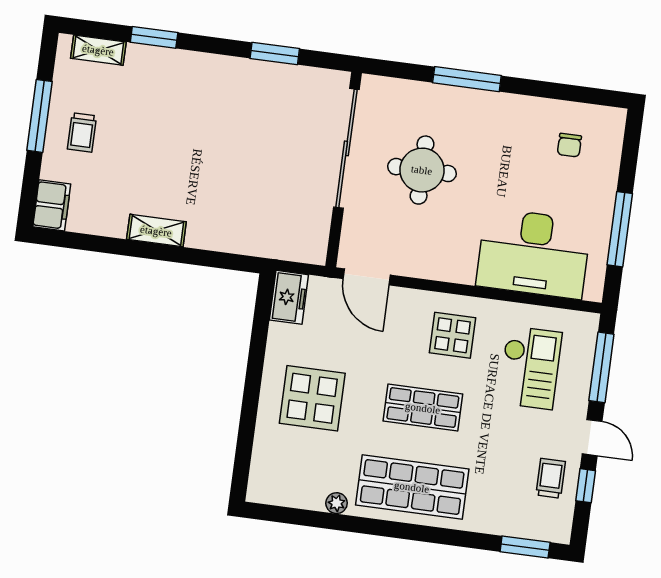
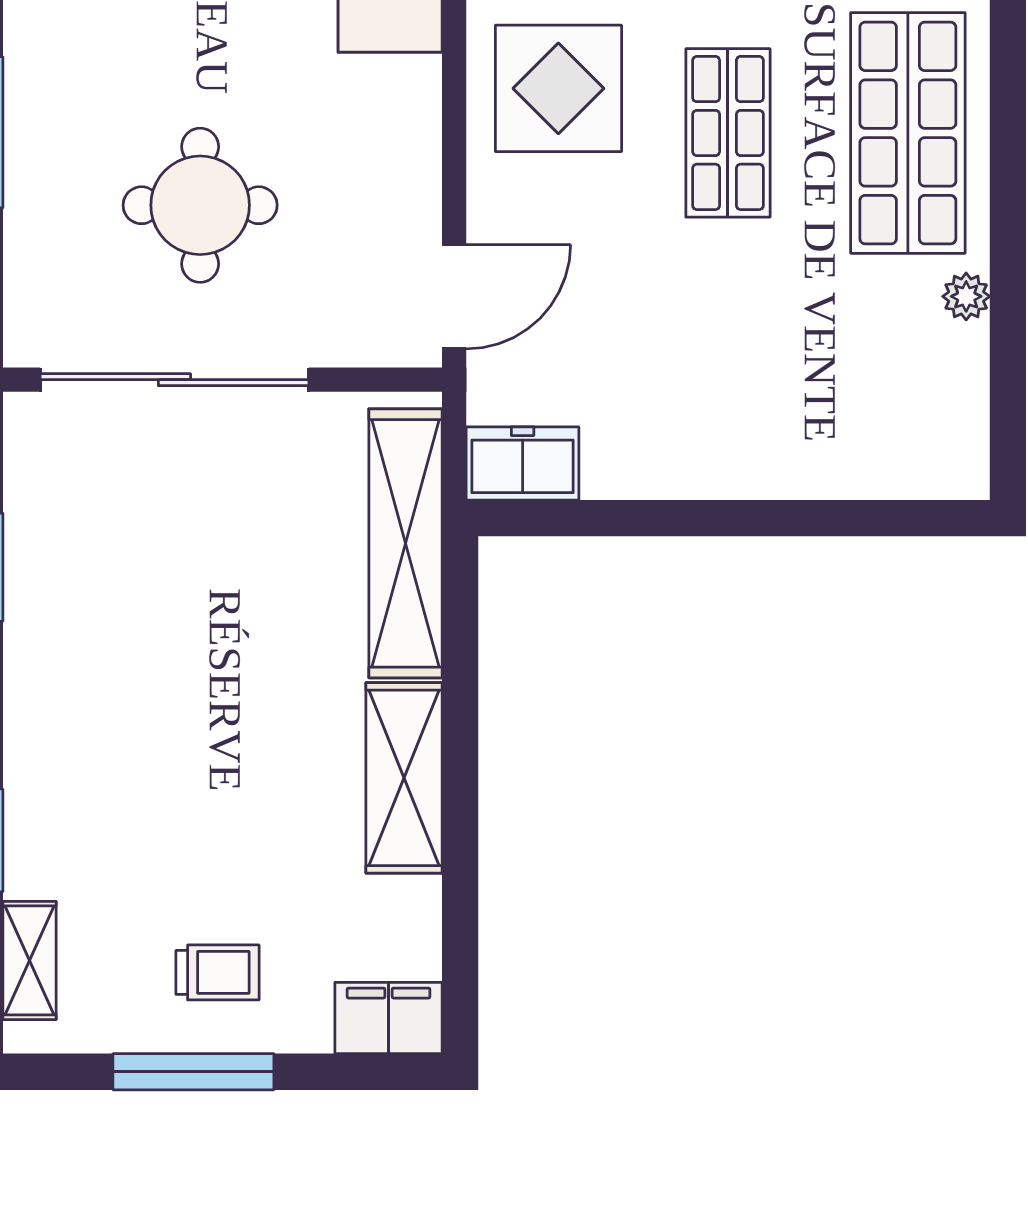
shelving: (156, 231) -> (404, 778), width x1.50, depth x1.33
shelving: (261, 241) -> (405, 543), added
display table: (453, 335) -> (558, 88), width x1.36, depth x1.36
display table: (312, 398) -> (740, 382), removed

